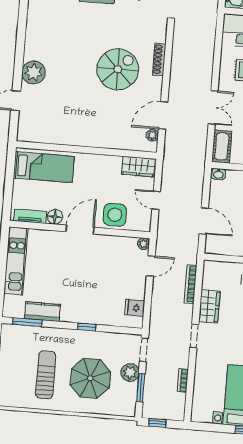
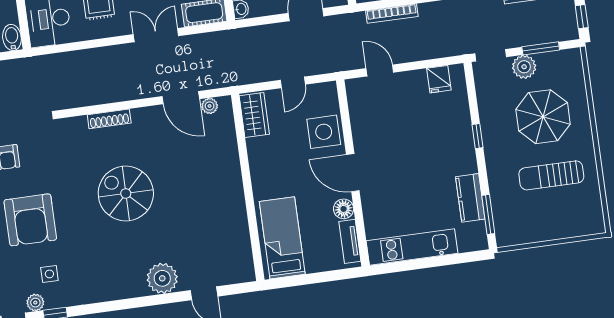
spiral stairs: (118, 69) -> (126, 194), moved
plant: (144, 244) -> (353, 86), removed

